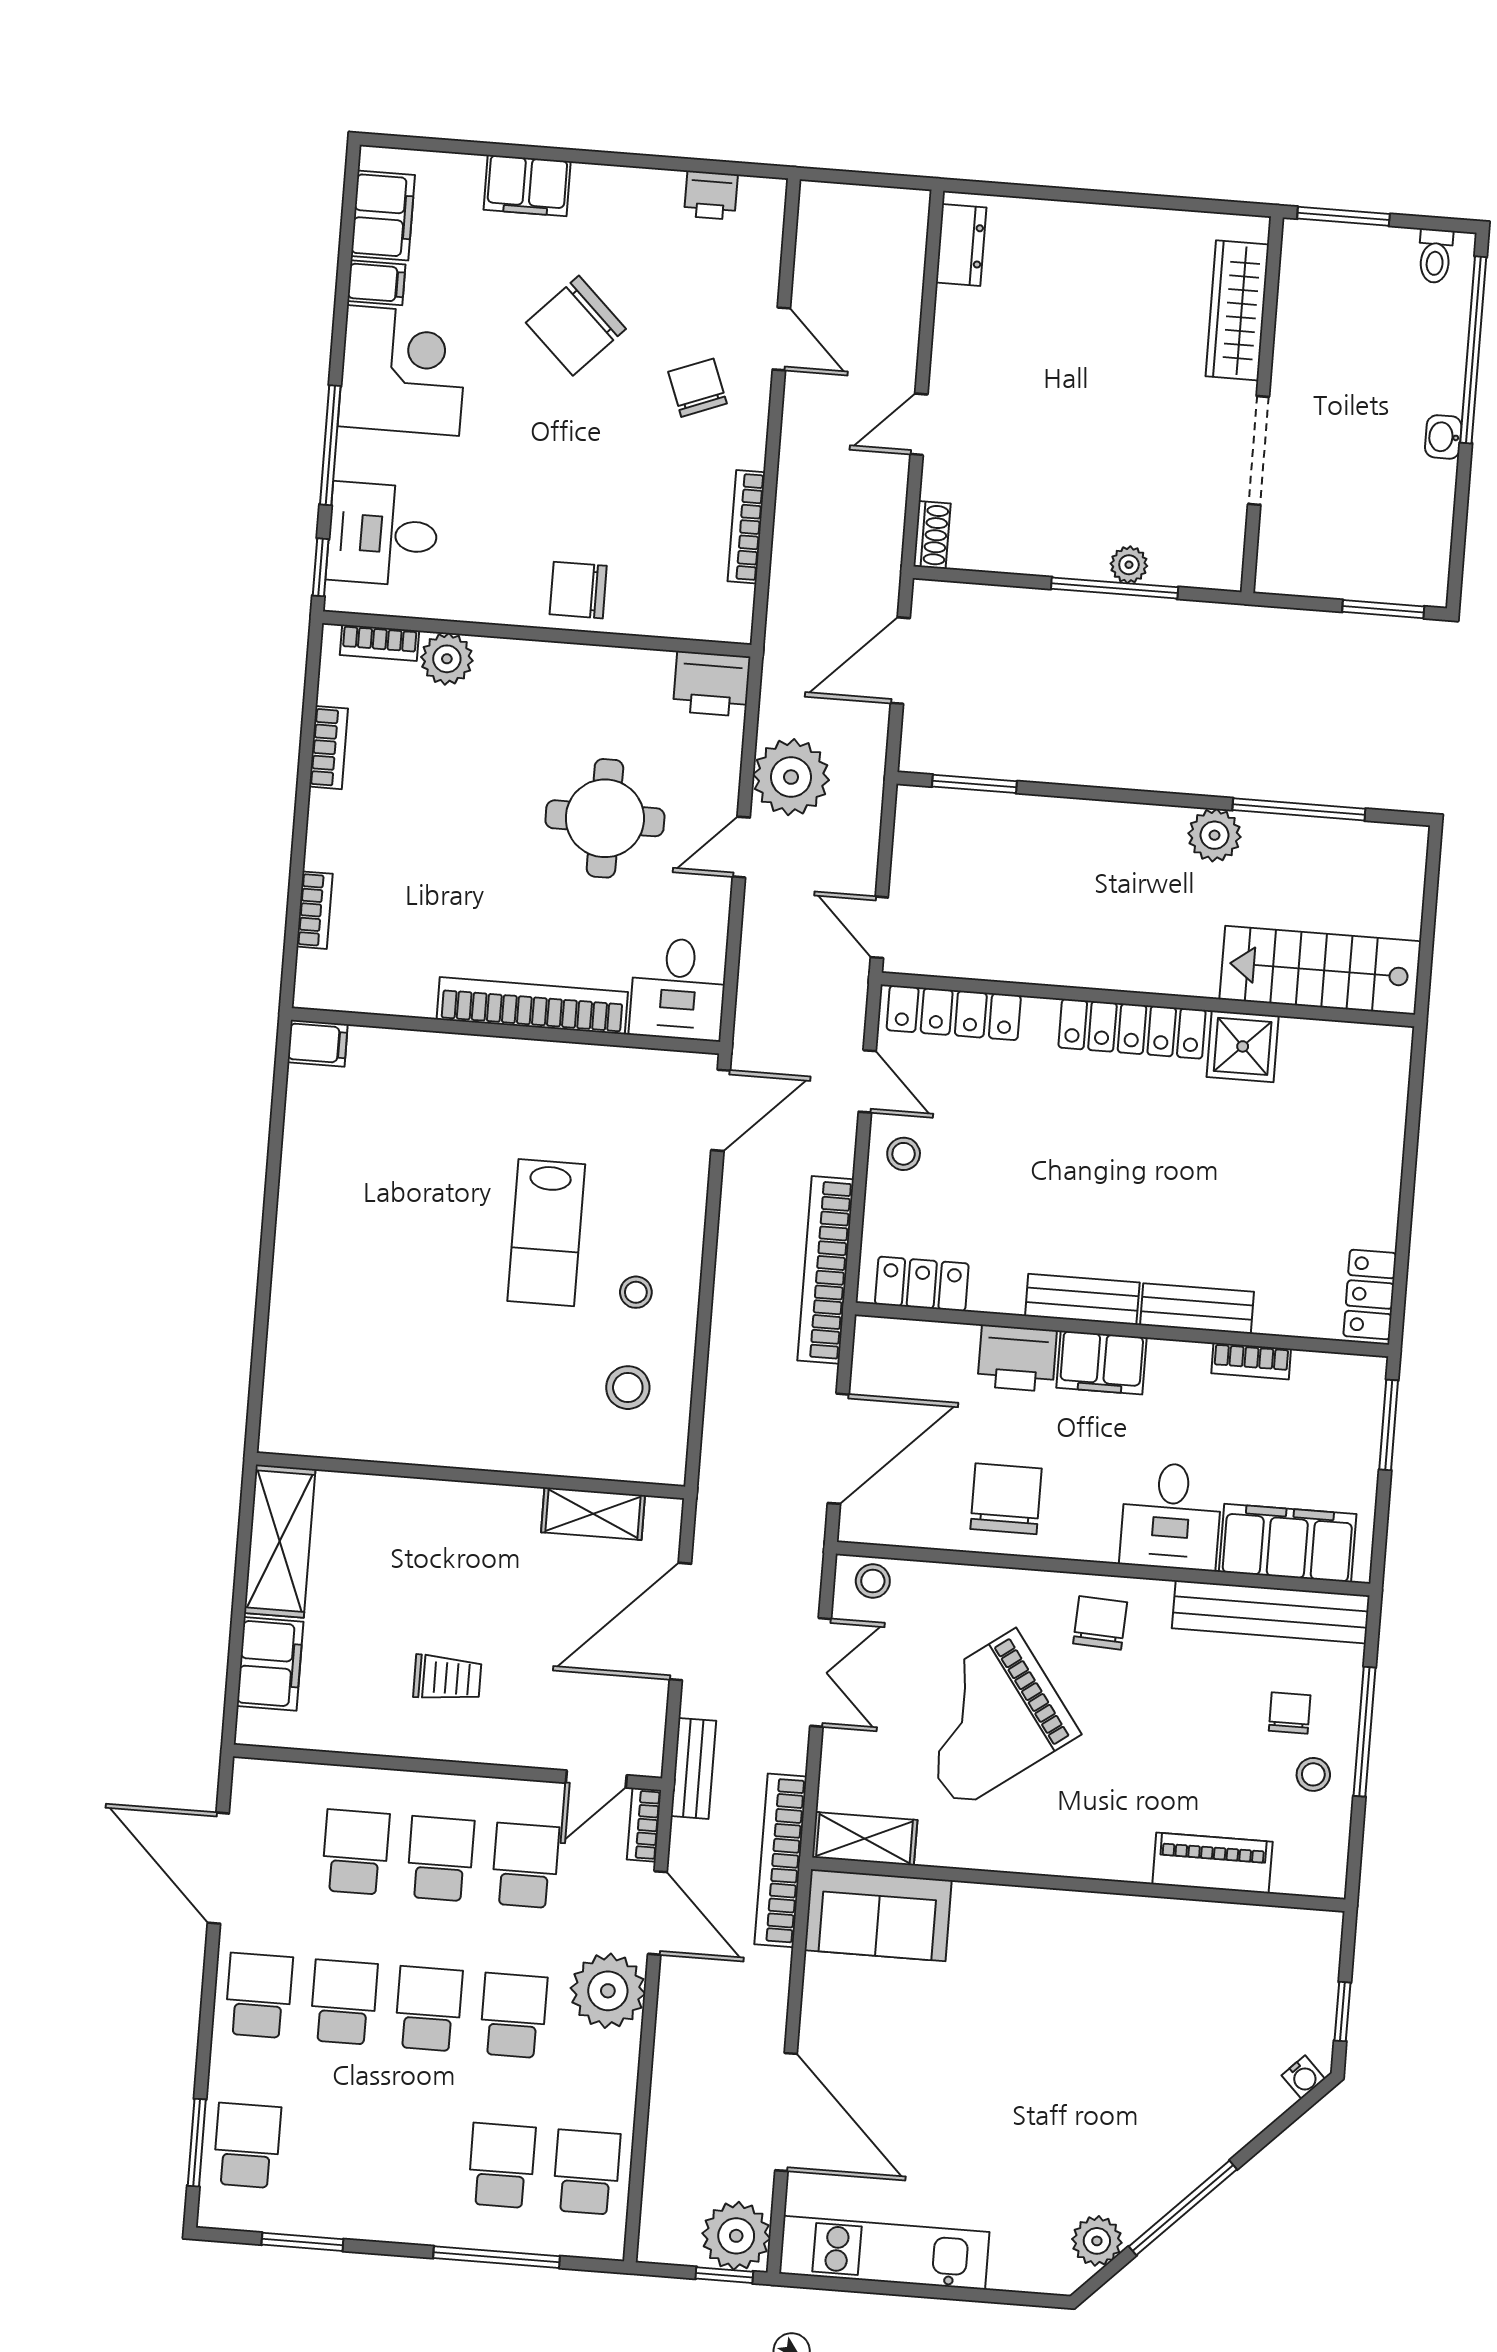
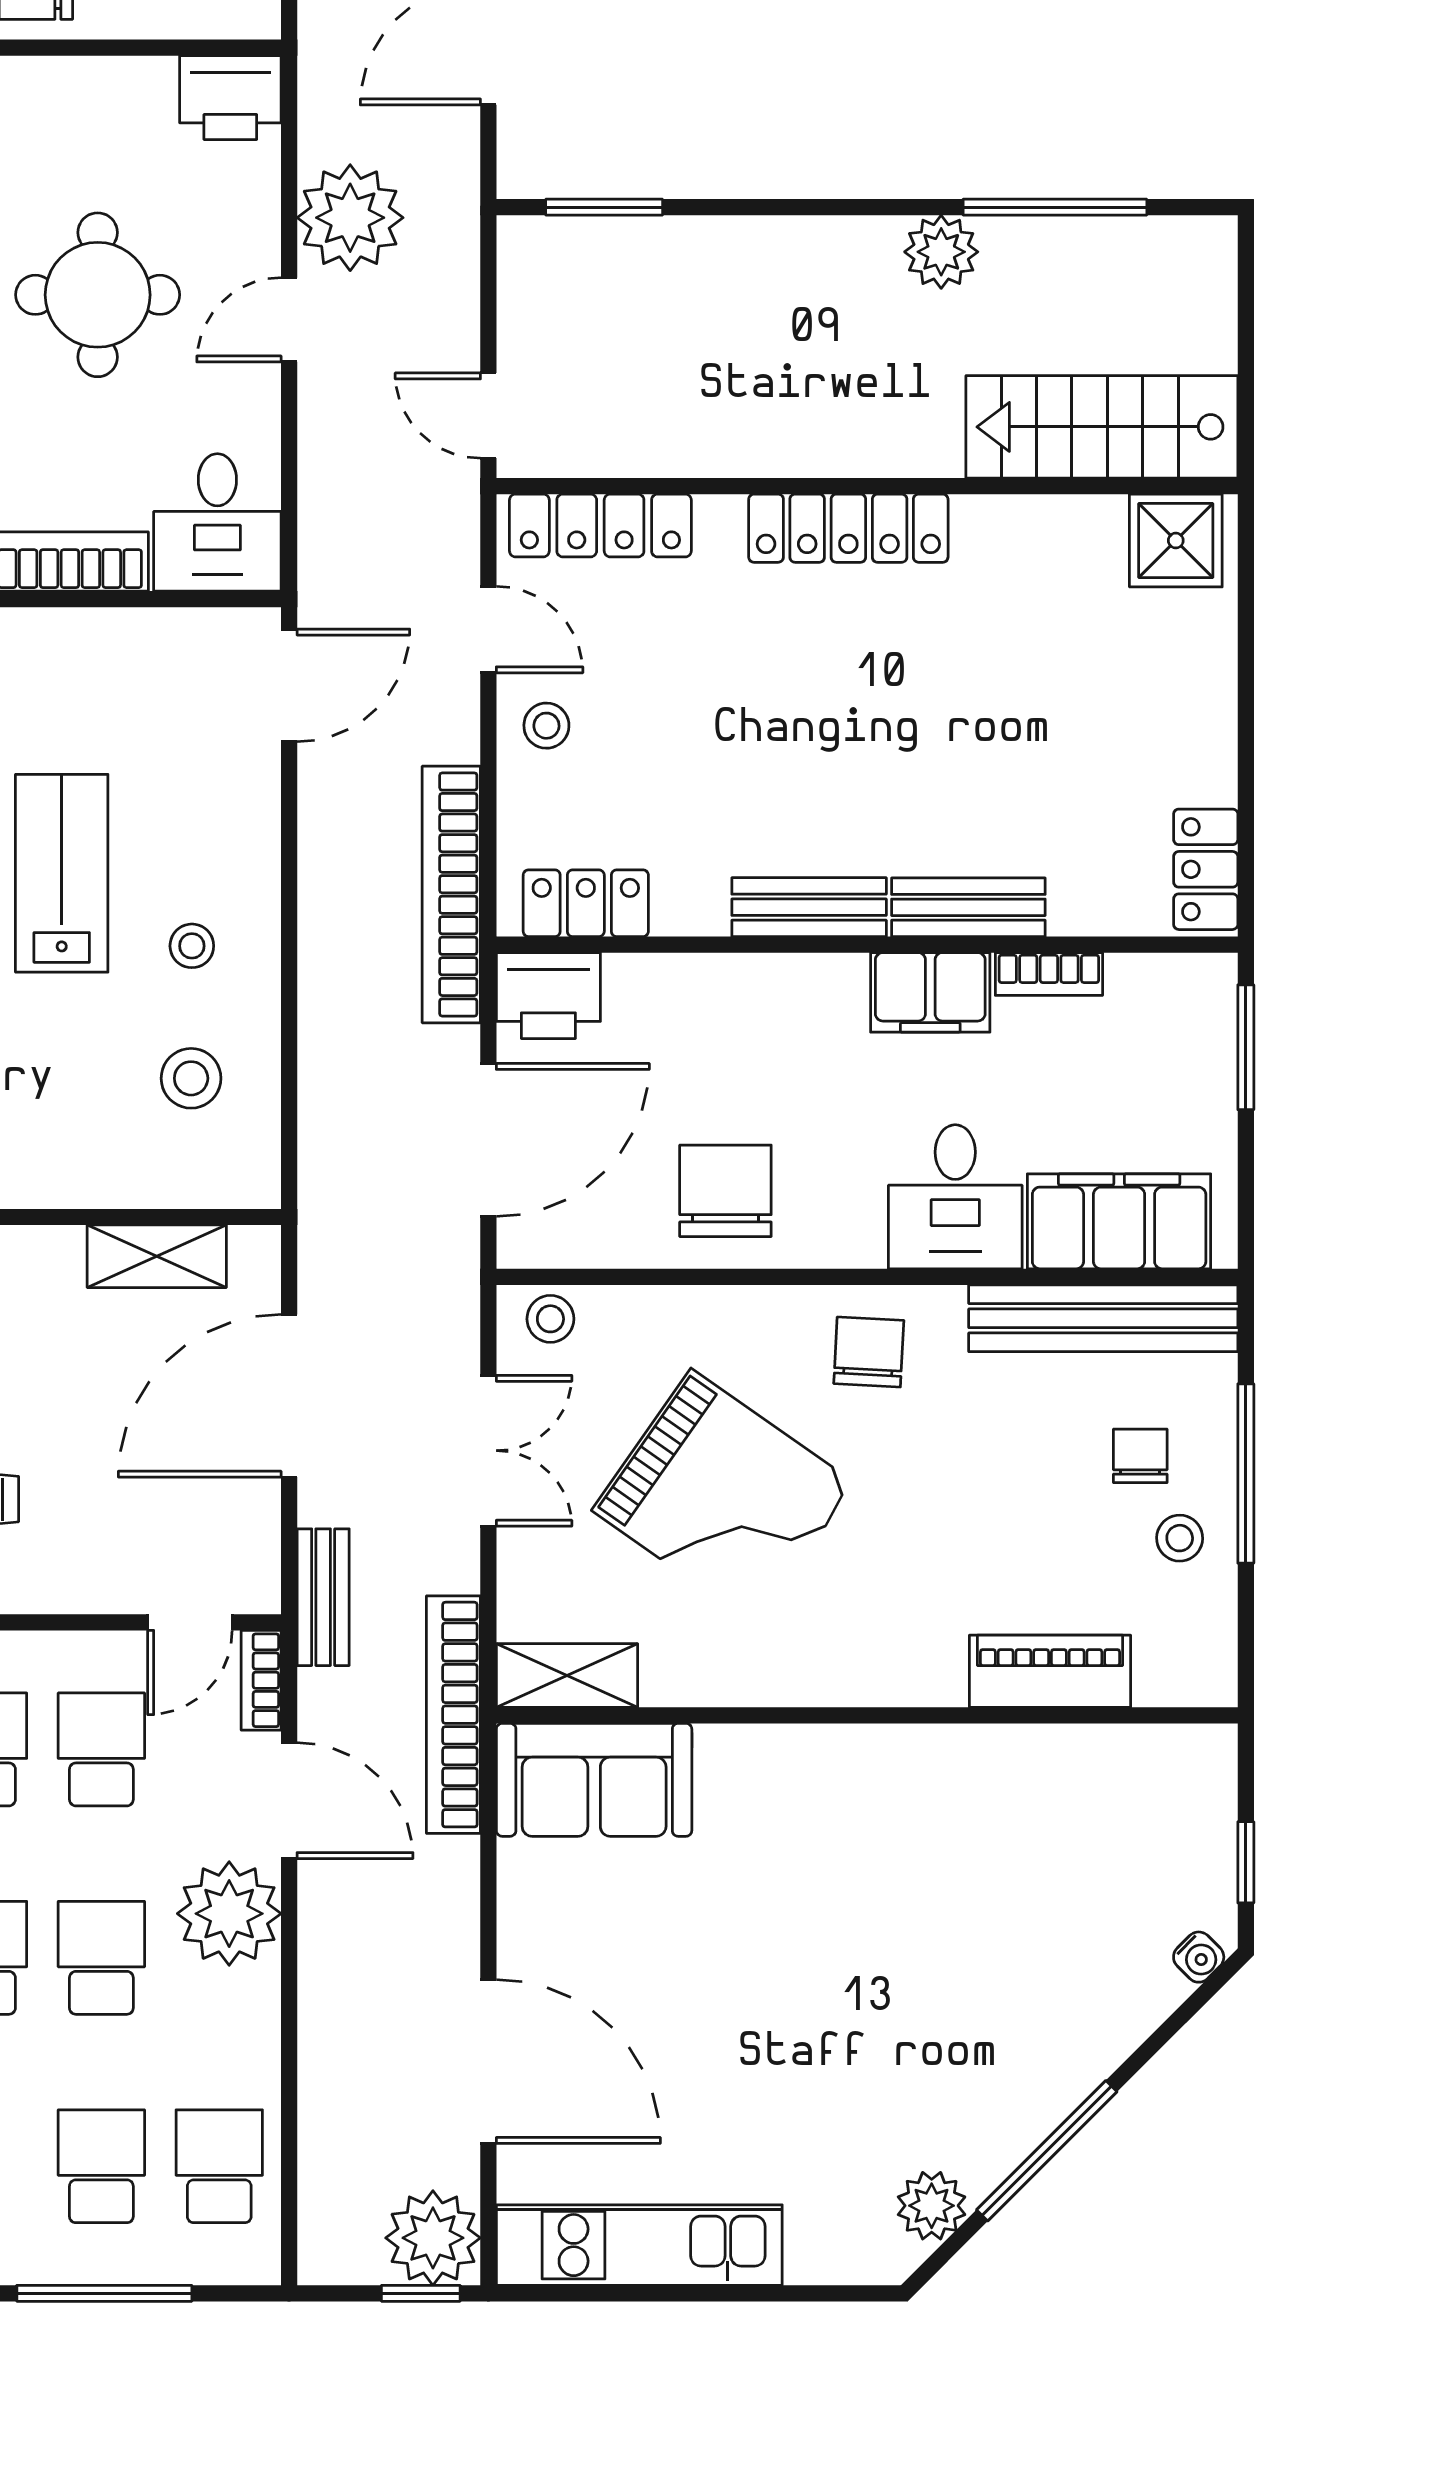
shower: (1243, 1046) -> (1176, 541), moved
lab bench: (546, 1233) -> (62, 873), turned 180
printer: (1017, 1358) -> (548, 996), moved
filing cabinet: (1102, 1363) -> (930, 992), moved
grand piano: (987, 1719) -> (723, 1497), turned -109

